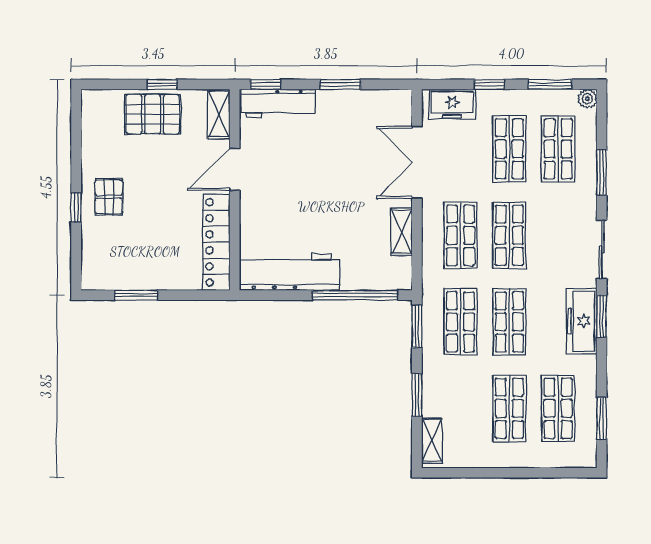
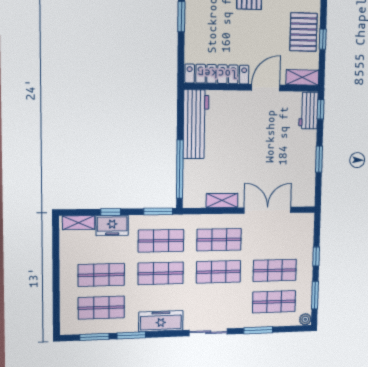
workbench: (278, 103) -> (308, 111), width x0.73
freezer: (452, 104) -> (112, 225), moved, turned -90
door: (235, 169) -> (266, 88), hinge flipped
window: (602, 316) -> (131, 335), moved
window: (417, 395) -> (111, 212), width x0.67

